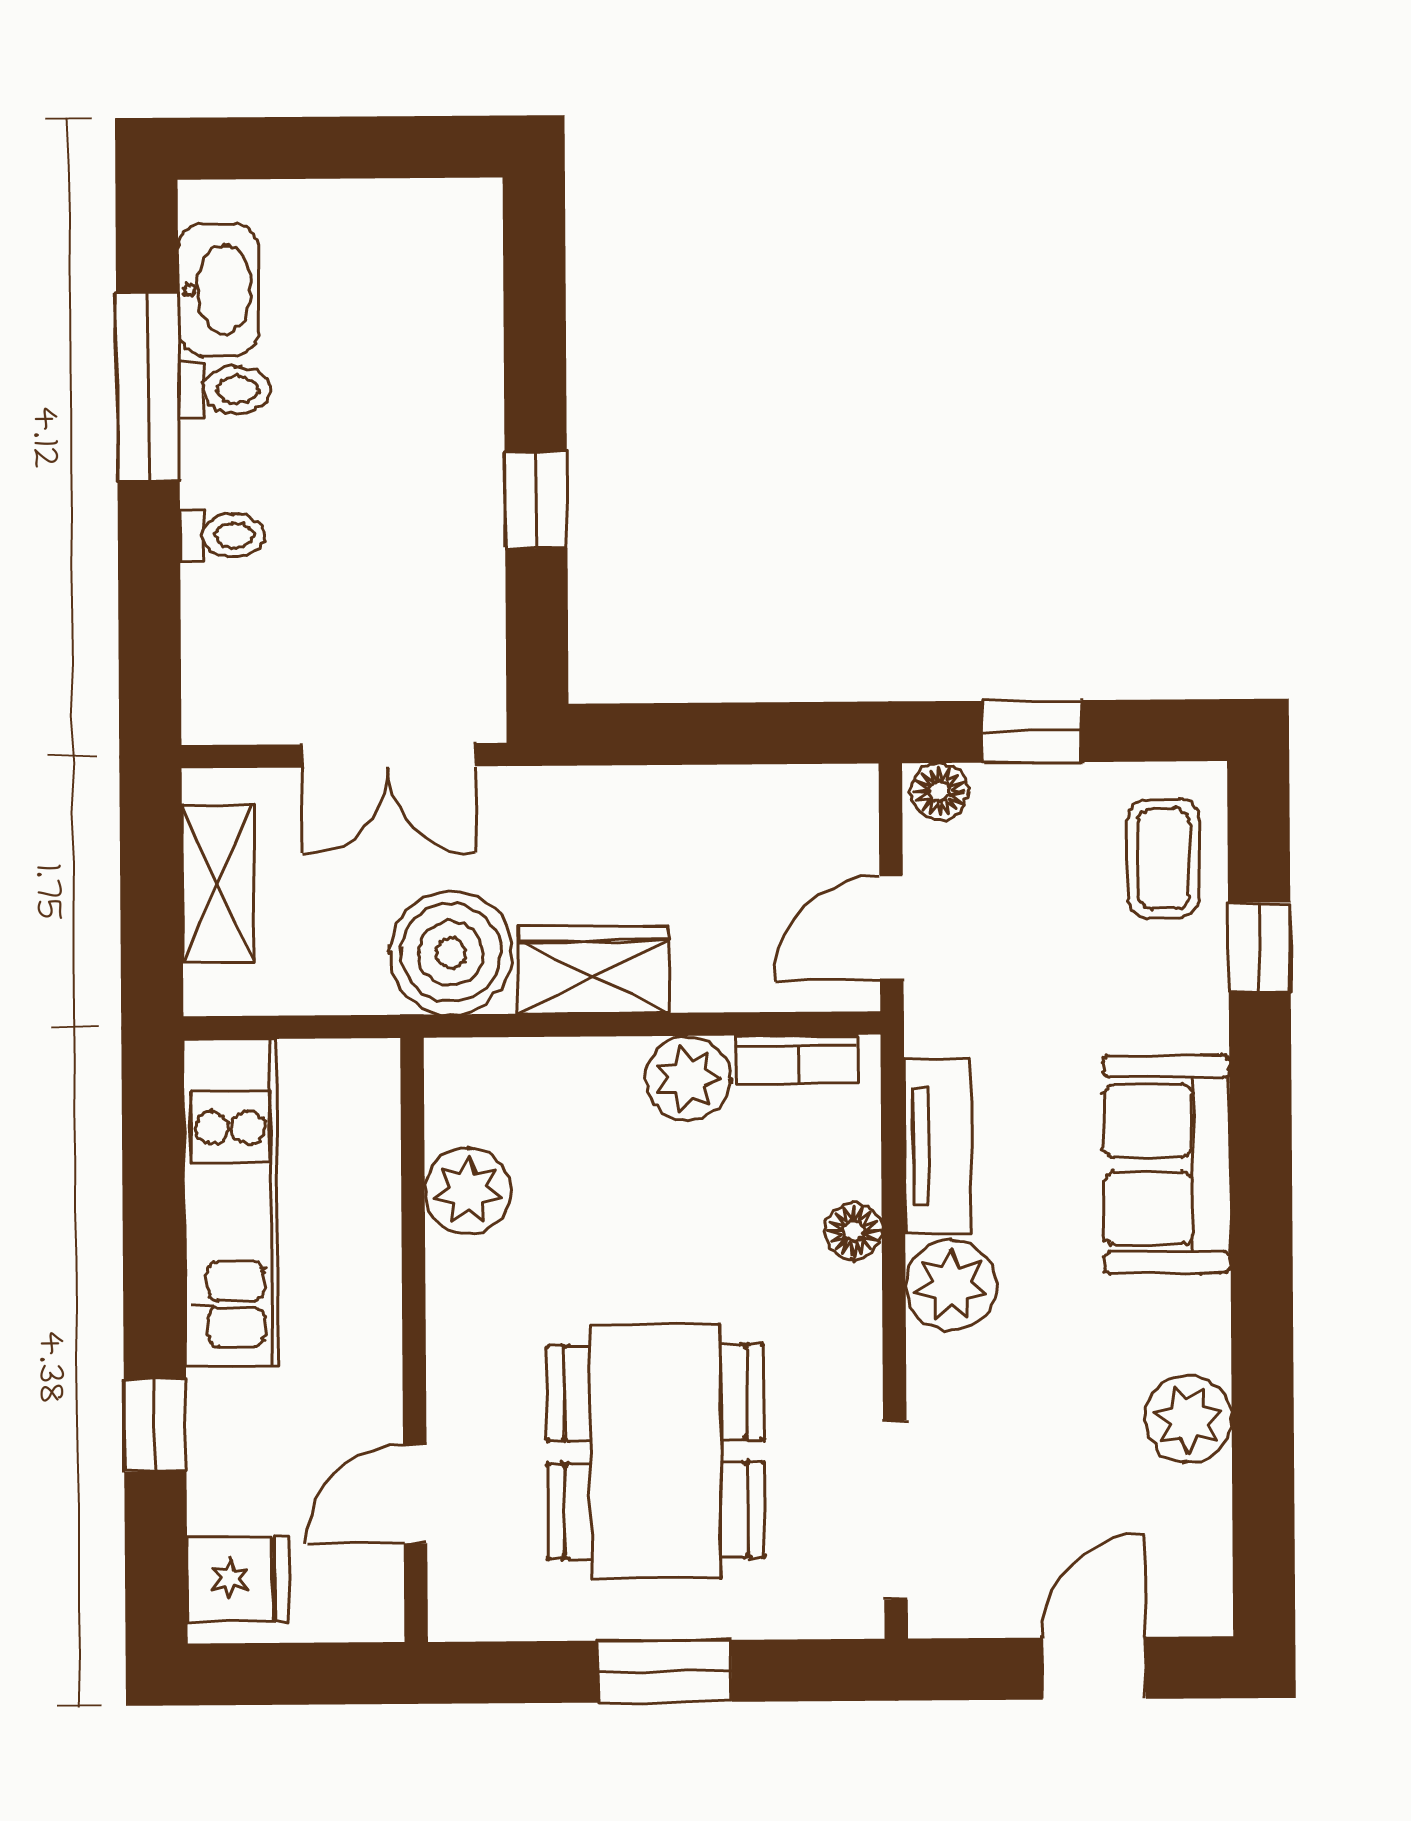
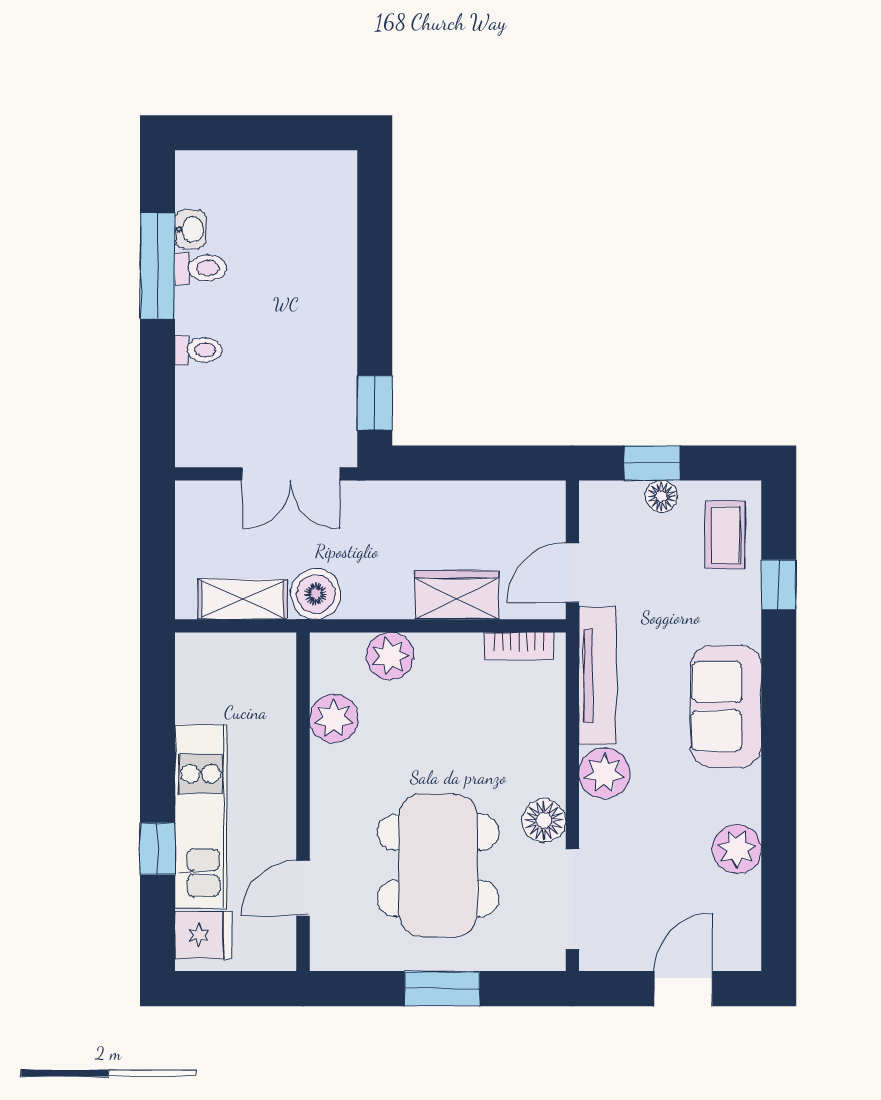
washbasin: (218, 290) -> (190, 230), width x0.52, depth x0.69
window: (536, 500) -> (375, 403), moved
floor lamp: (940, 792) -> (661, 496), moved
shelving: (218, 883) -> (243, 599), moved, turned 90
boiler: (451, 953) -> (316, 594), width x0.73, depth x0.73
wardrobe: (593, 970) -> (457, 595), moved
plant: (688, 1078) -> (390, 656), moved
tv unit: (938, 1147) -> (598, 675), width x1.41
kitchen unit: (231, 1203) -> (201, 816), moved
floor lamp: (853, 1231) -> (544, 820), moved, width x1.37, depth x1.37

